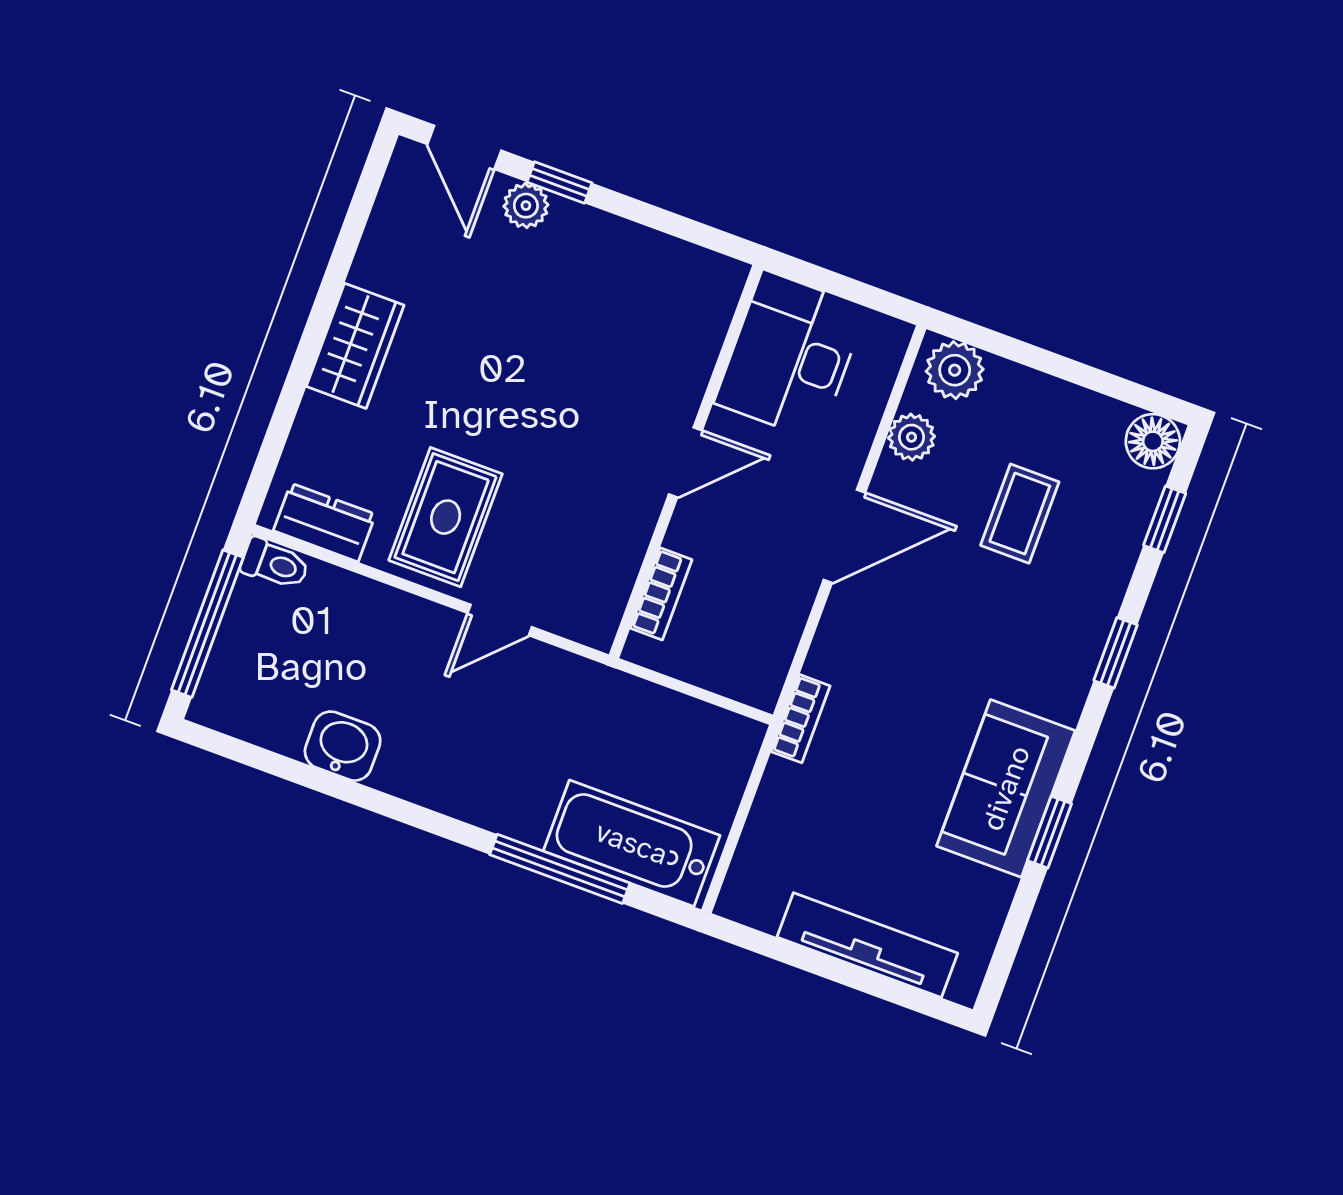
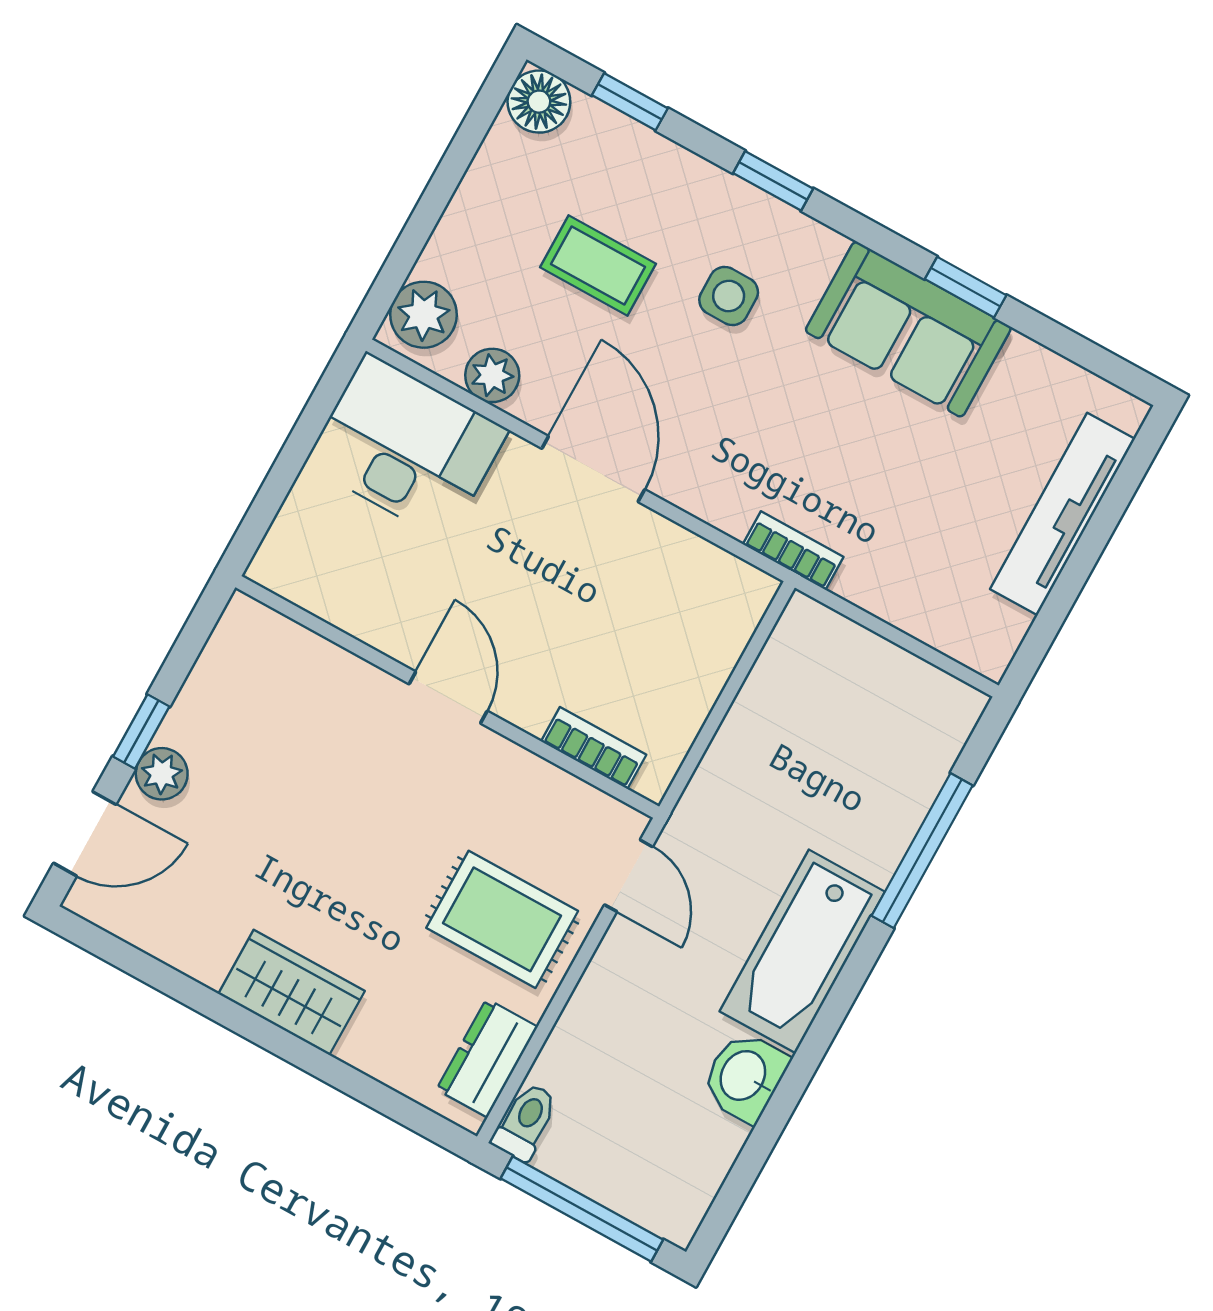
desk: (791, 355) -> (407, 447), moved, turned 180
door: (685, 462) -> (448, 697), moved
wall: (686, 462) -> (447, 697), moved
bookcase: (661, 594) -> (594, 748), moved
side table: (1011, 630) -> (729, 296), added
bathtub: (632, 843) -> (802, 951), moved

